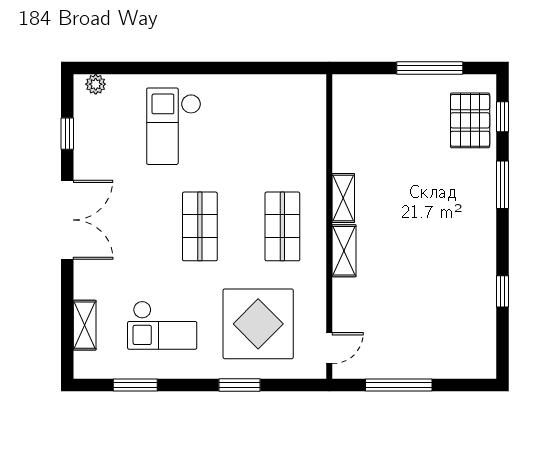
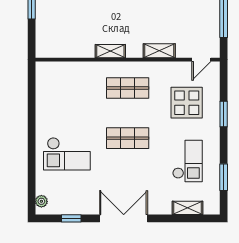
shelving: (344, 251) -> (159, 51), moved
display table: (258, 324) -> (187, 103), width x0.73, depth x0.73
door: (329, 348) -> (201, 60), swing flipped

